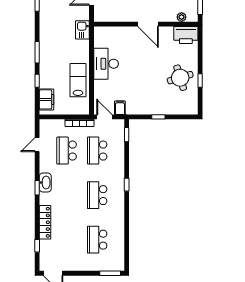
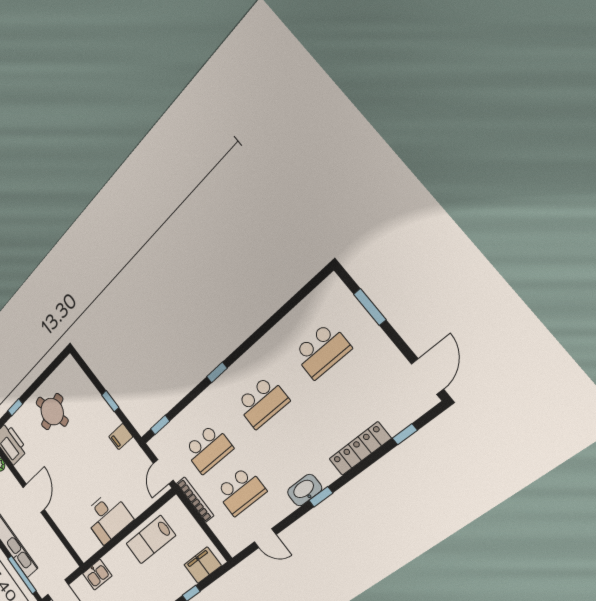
window: (200, 80) -> (15, 407), moved
filing cabinet: (120, 108) -> (121, 437), moved
window: (110, 273) -> (370, 307), moved

